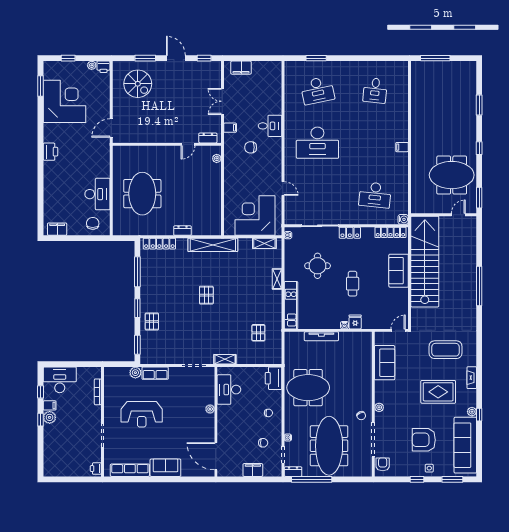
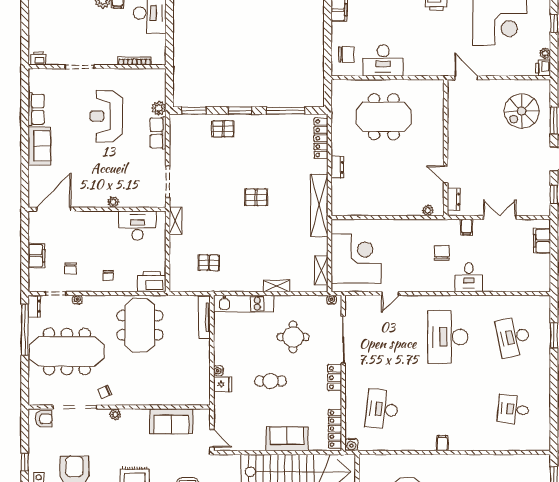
tv unit: (321, 336) -> (204, 317), moved
row of seats: (130, 470) -> (36, 109), width x0.68

